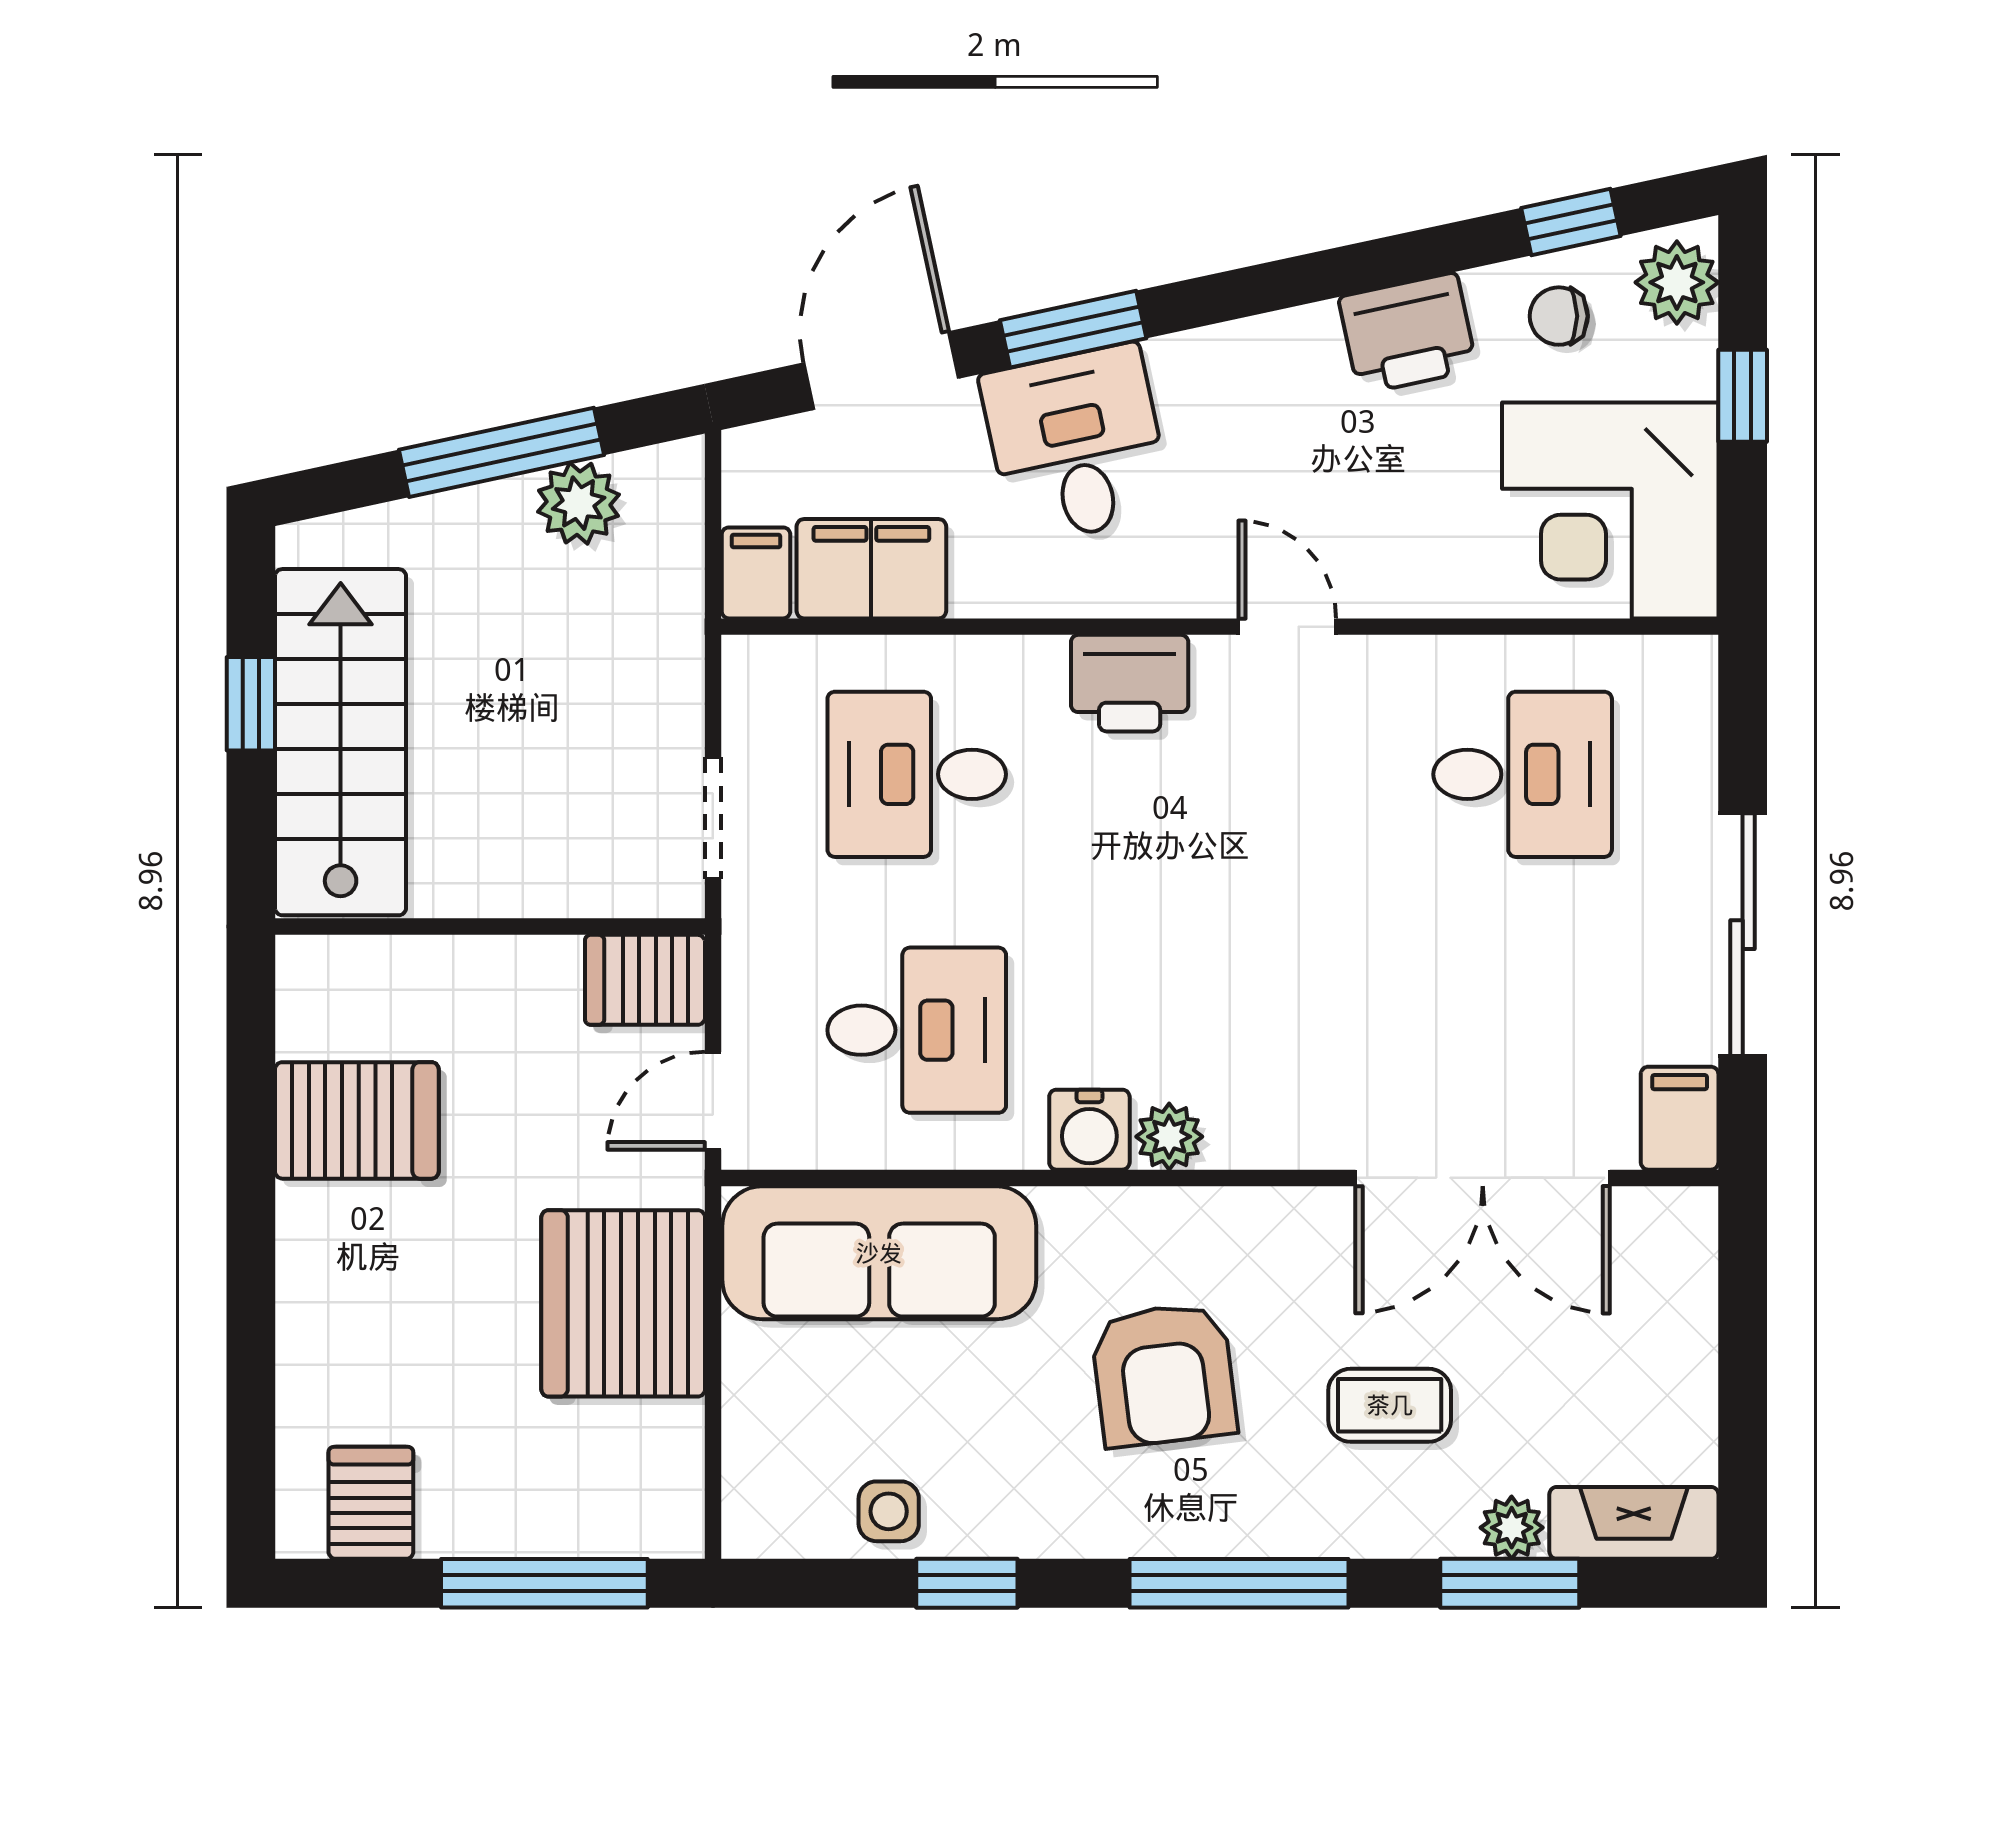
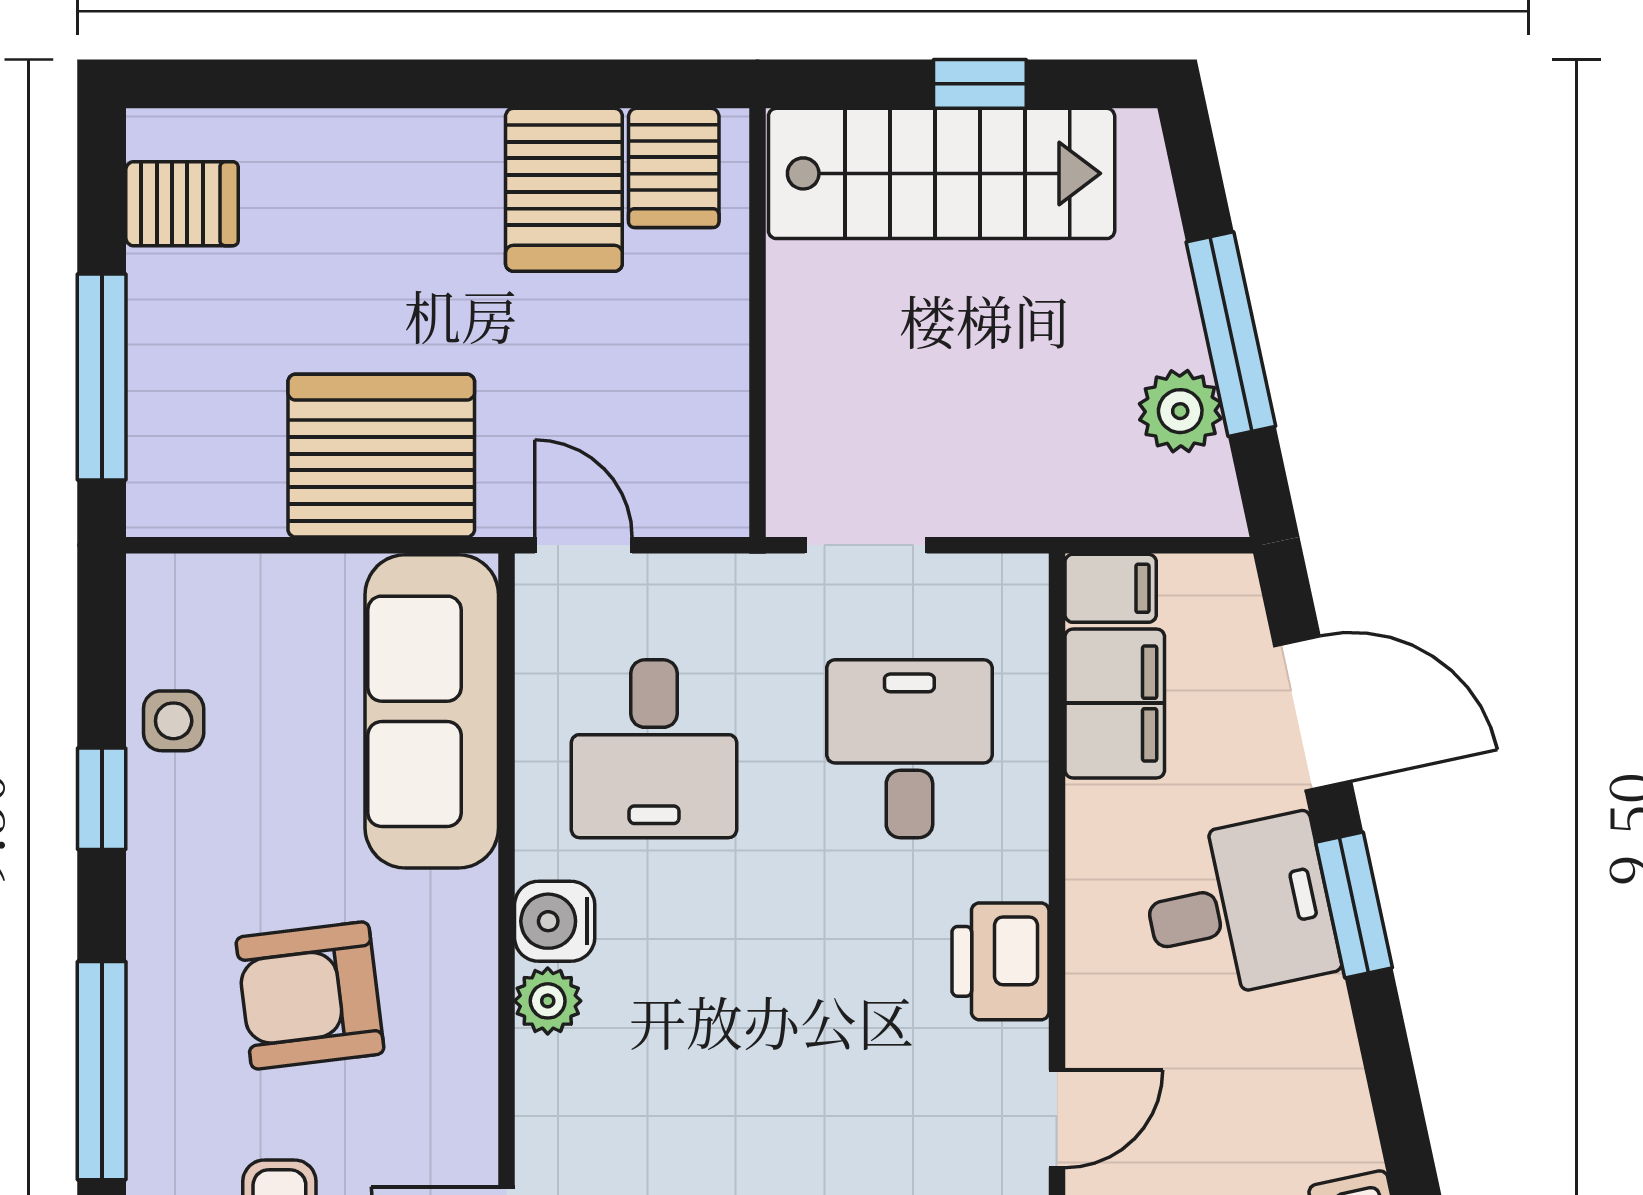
server rack: (645, 980) -> (674, 168), moved, turned 180

